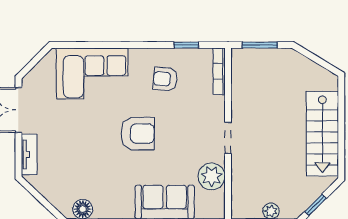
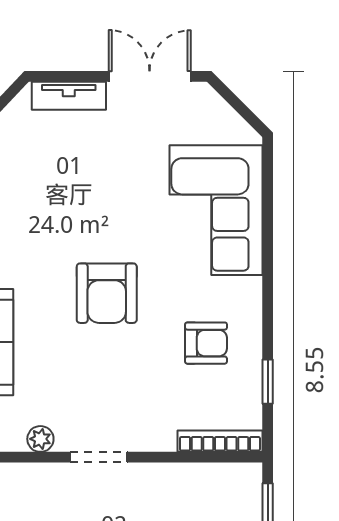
armchair: (165, 79) -> (206, 343), turned 85
plant: (212, 176) -> (40, 439), width x0.53, depth x0.53

